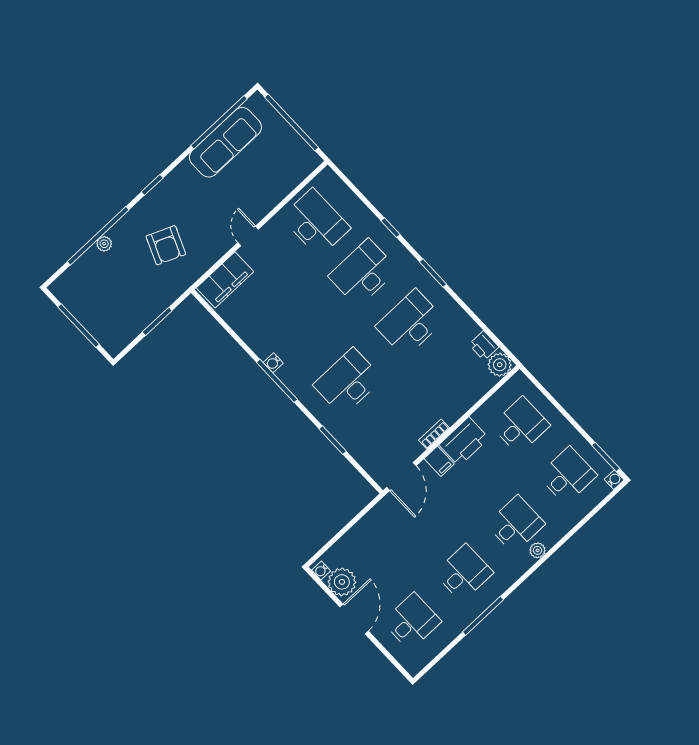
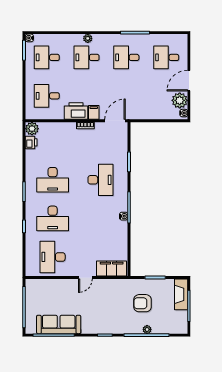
armchair: (166, 245) -> (142, 303), moved, turned -113
fireplace: (103, 331) -> (181, 294), added
desk: (348, 382) -> (101, 180), turned -90

